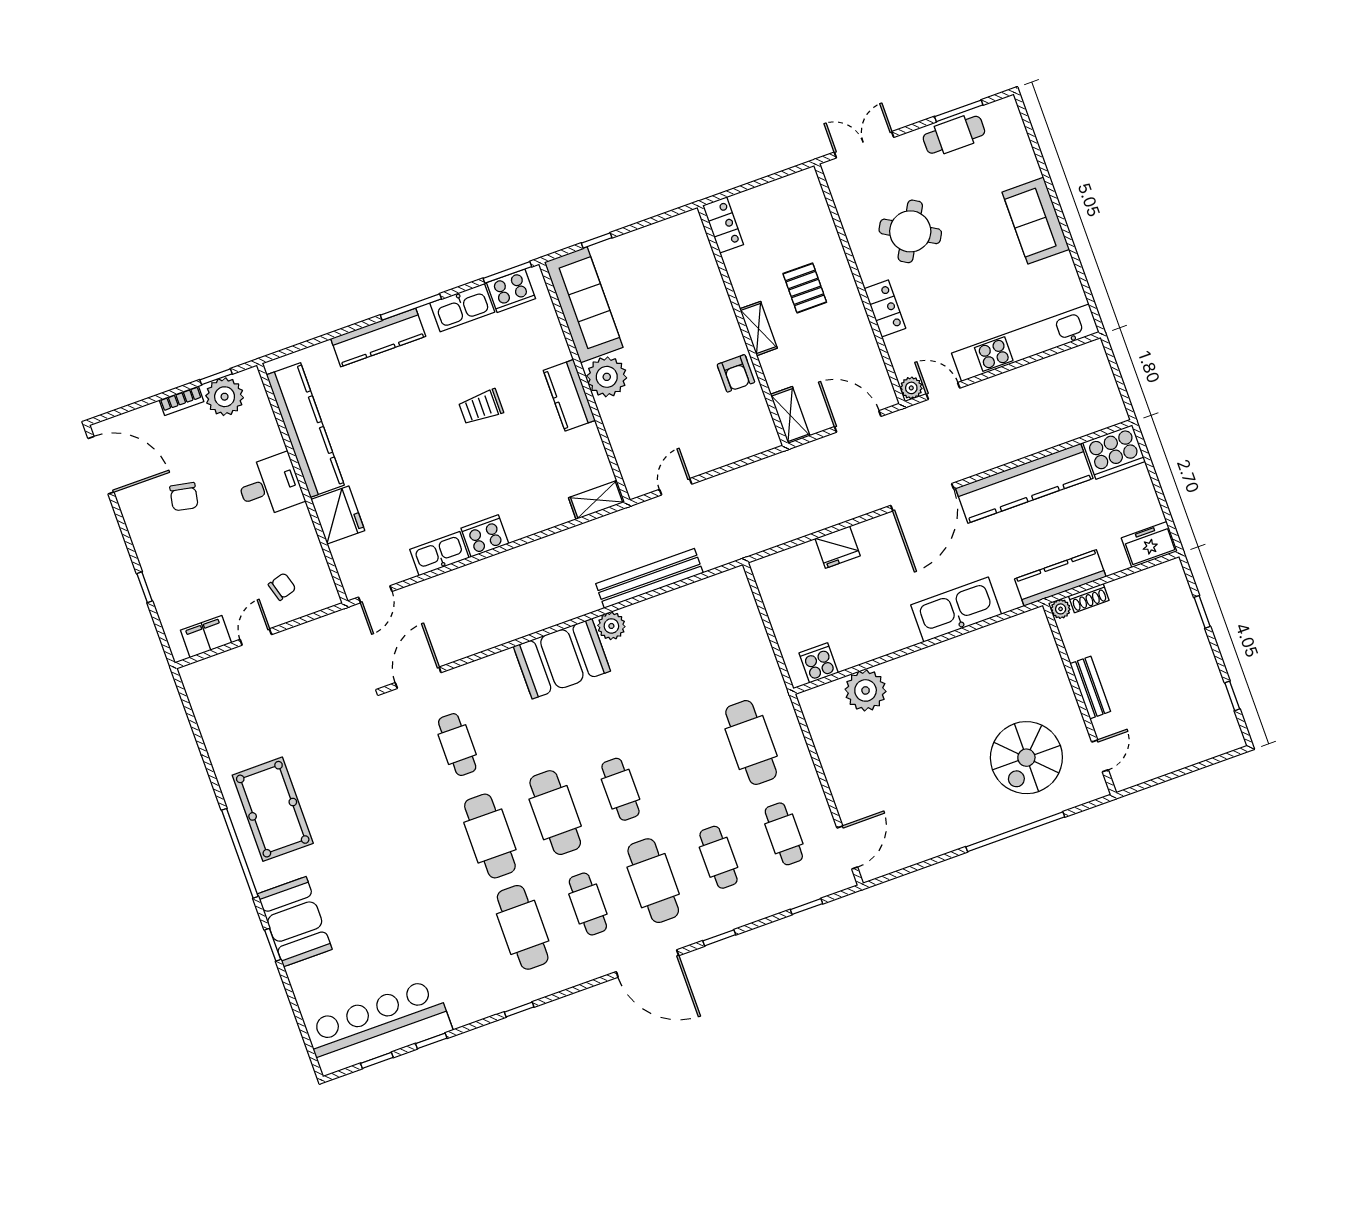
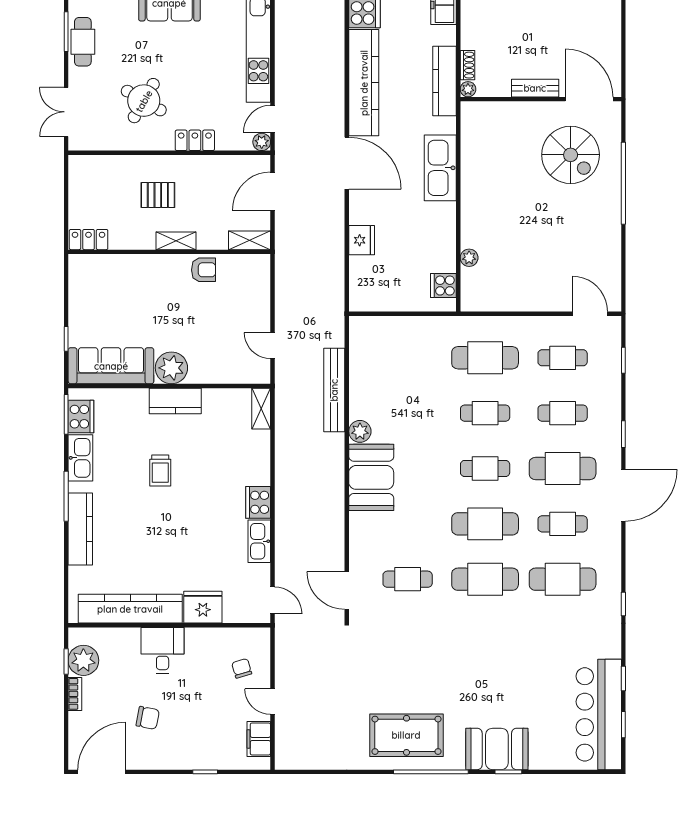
plant: (866, 690) -> (469, 258), width x0.53, depth x0.53
door: (1100, 756) -> (589, 99), width x1.88
cafe table: (686, 766) -> (485, 413), added

